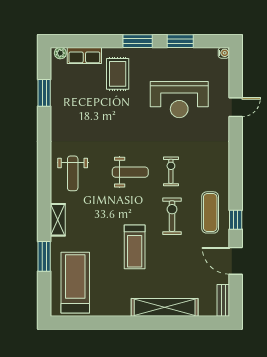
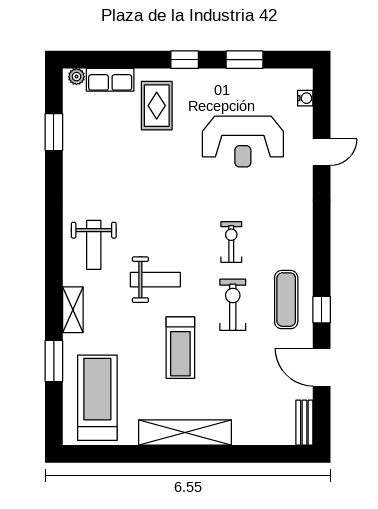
window: (138, 41) -> (185, 60), width x0.67
water cooler: (224, 53) -> (305, 98), moved
weight bench: (130, 172) -> (155, 280), moved
shelving: (165, 307) -> (185, 432), moved

